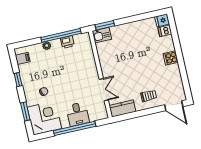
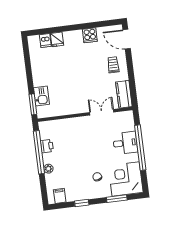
fridge: (162, 20) -> (57, 39), moved
kitchen sink: (102, 35) -> (42, 96), moved
cooker: (171, 58) -> (90, 35), moved
door: (174, 106) -> (127, 39), swing flipped

